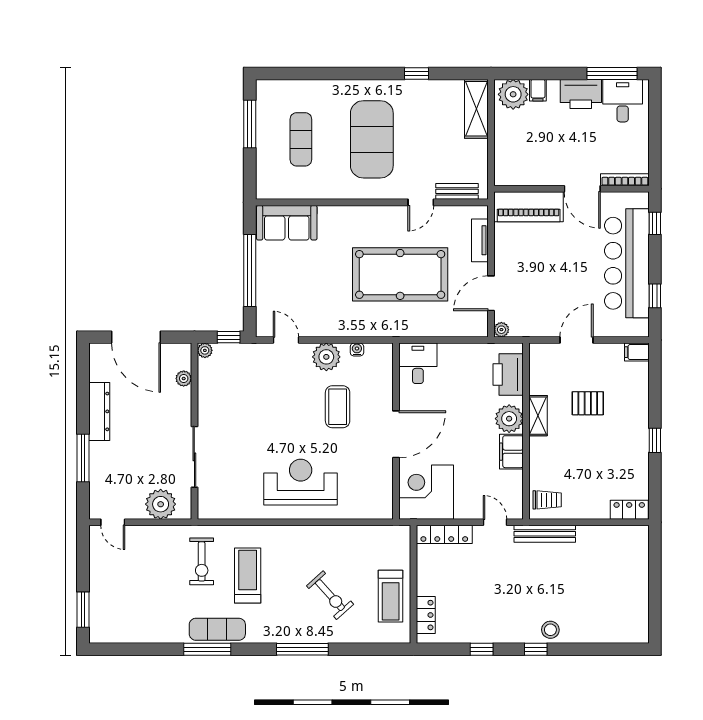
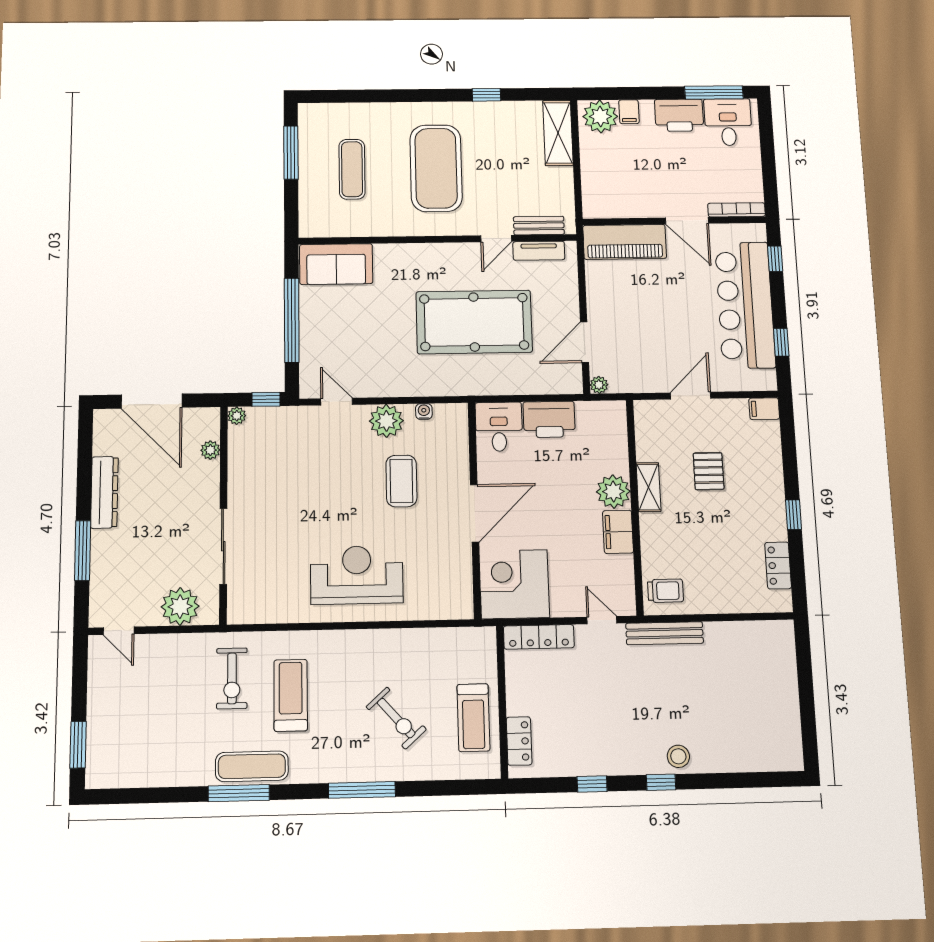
tv unit: (480, 240) -> (539, 251), moved, turned -90
printer: (508, 374) -> (549, 419), moved, turned -90
pallet: (588, 403) -> (709, 471), turned 90
locker: (629, 510) -> (778, 565), moved, turned -90

